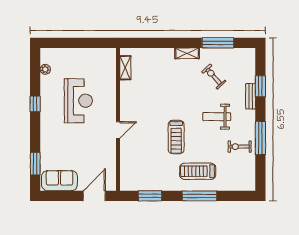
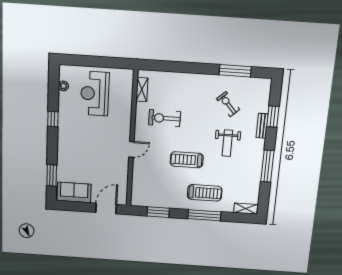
shelving: (187, 53) -> (246, 209), moved
reception desk: (78, 101) -> (95, 94), moved, turned 180
weight bench: (217, 117) -> (227, 143), turned -90
treadmill: (176, 137) -> (187, 160), turned 90
exercise bike: (240, 147) -> (165, 118), moved, width x1.38, depth x1.39
treadmill: (198, 171) -> (205, 193), turned 180

